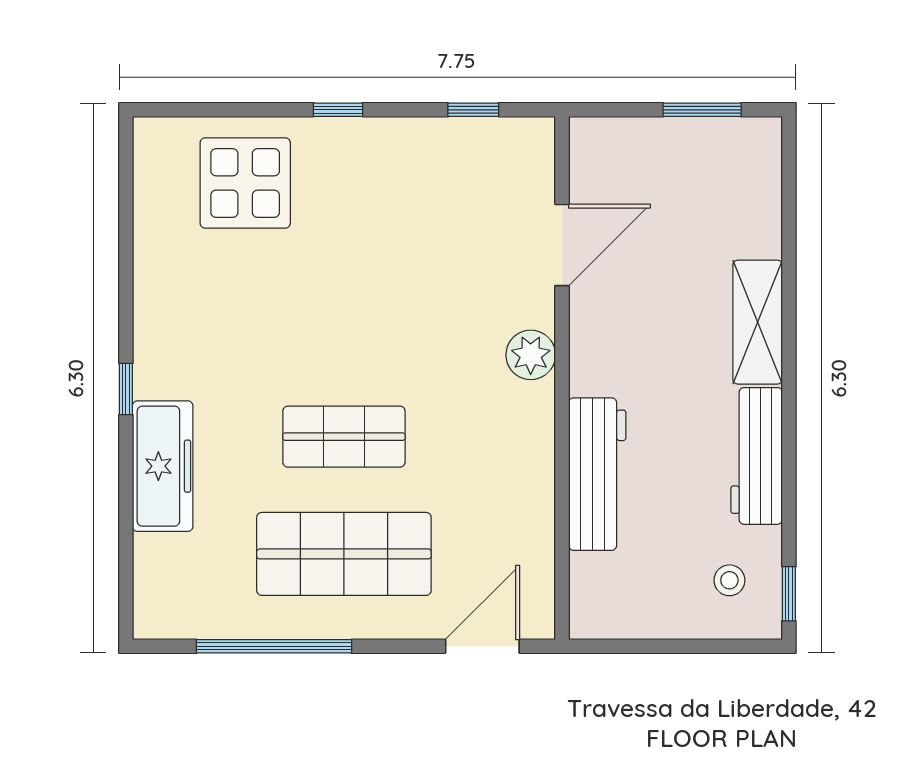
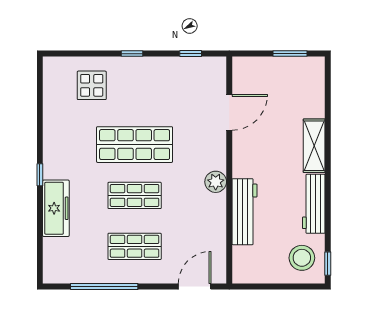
display table: (245, 183) -> (92, 85), width x0.73, depth x0.73
shop shelf: (344, 319) -> (135, 145), added
plant: (531, 355) -> (216, 182), moved
shop shelf: (344, 554) -> (135, 246), width x0.70, depth x0.74
stool: (729, 580) -> (302, 258), width x1.89, depth x1.89

